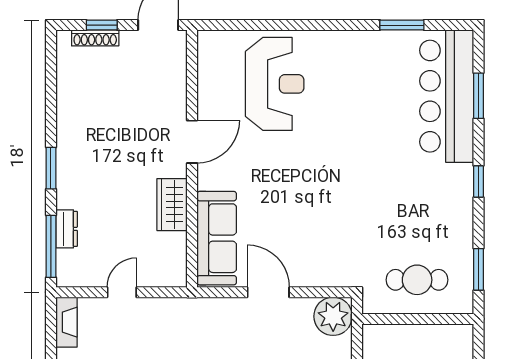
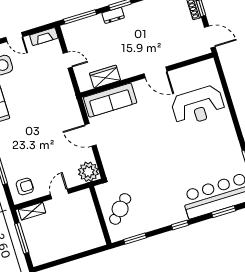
wardrobe: (172, 205) -> (105, 77), moved
dresser: (67, 229) -> (113, 15), moved
cafe table: (417, 280) -> (120, 209), turned 43
door: (268, 292) -> (91, 135), swing flipped

